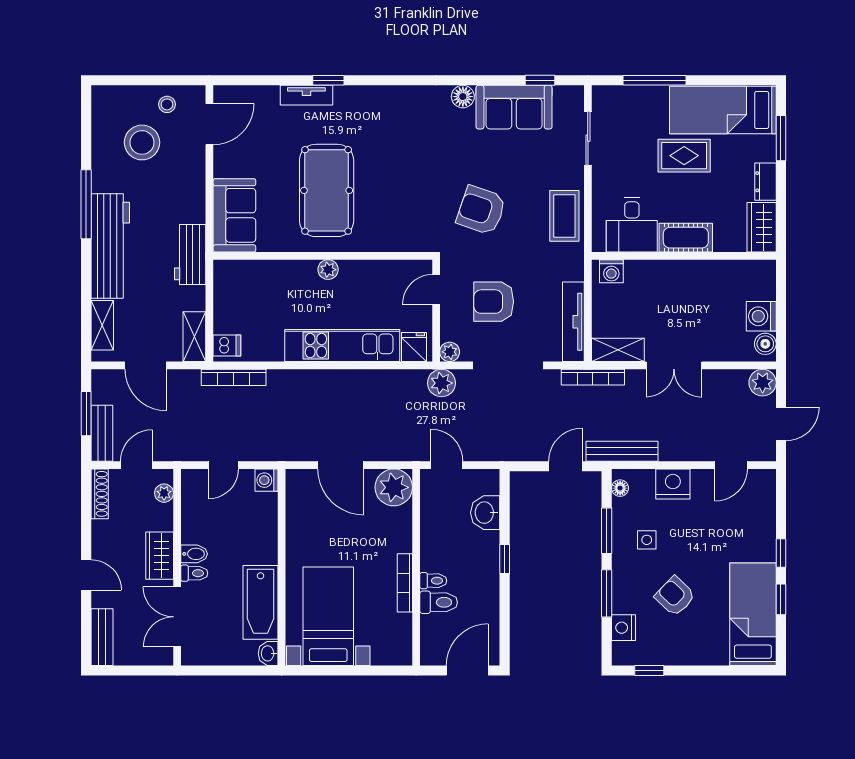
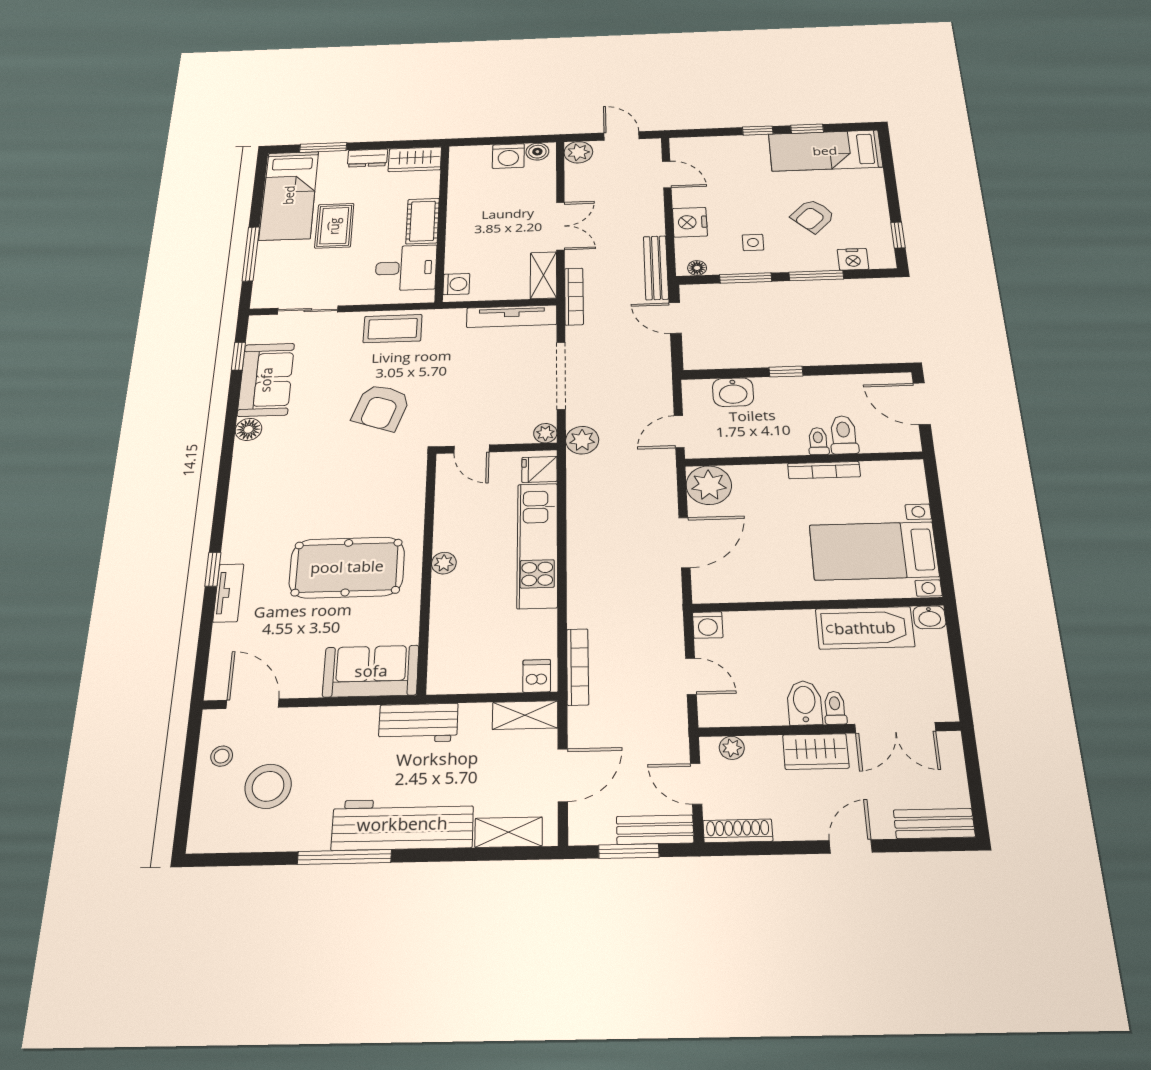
armchair: (494, 302) -> (487, 392), removed
bidet: (194, 554) -> (804, 703), width x1.38, depth x1.36

